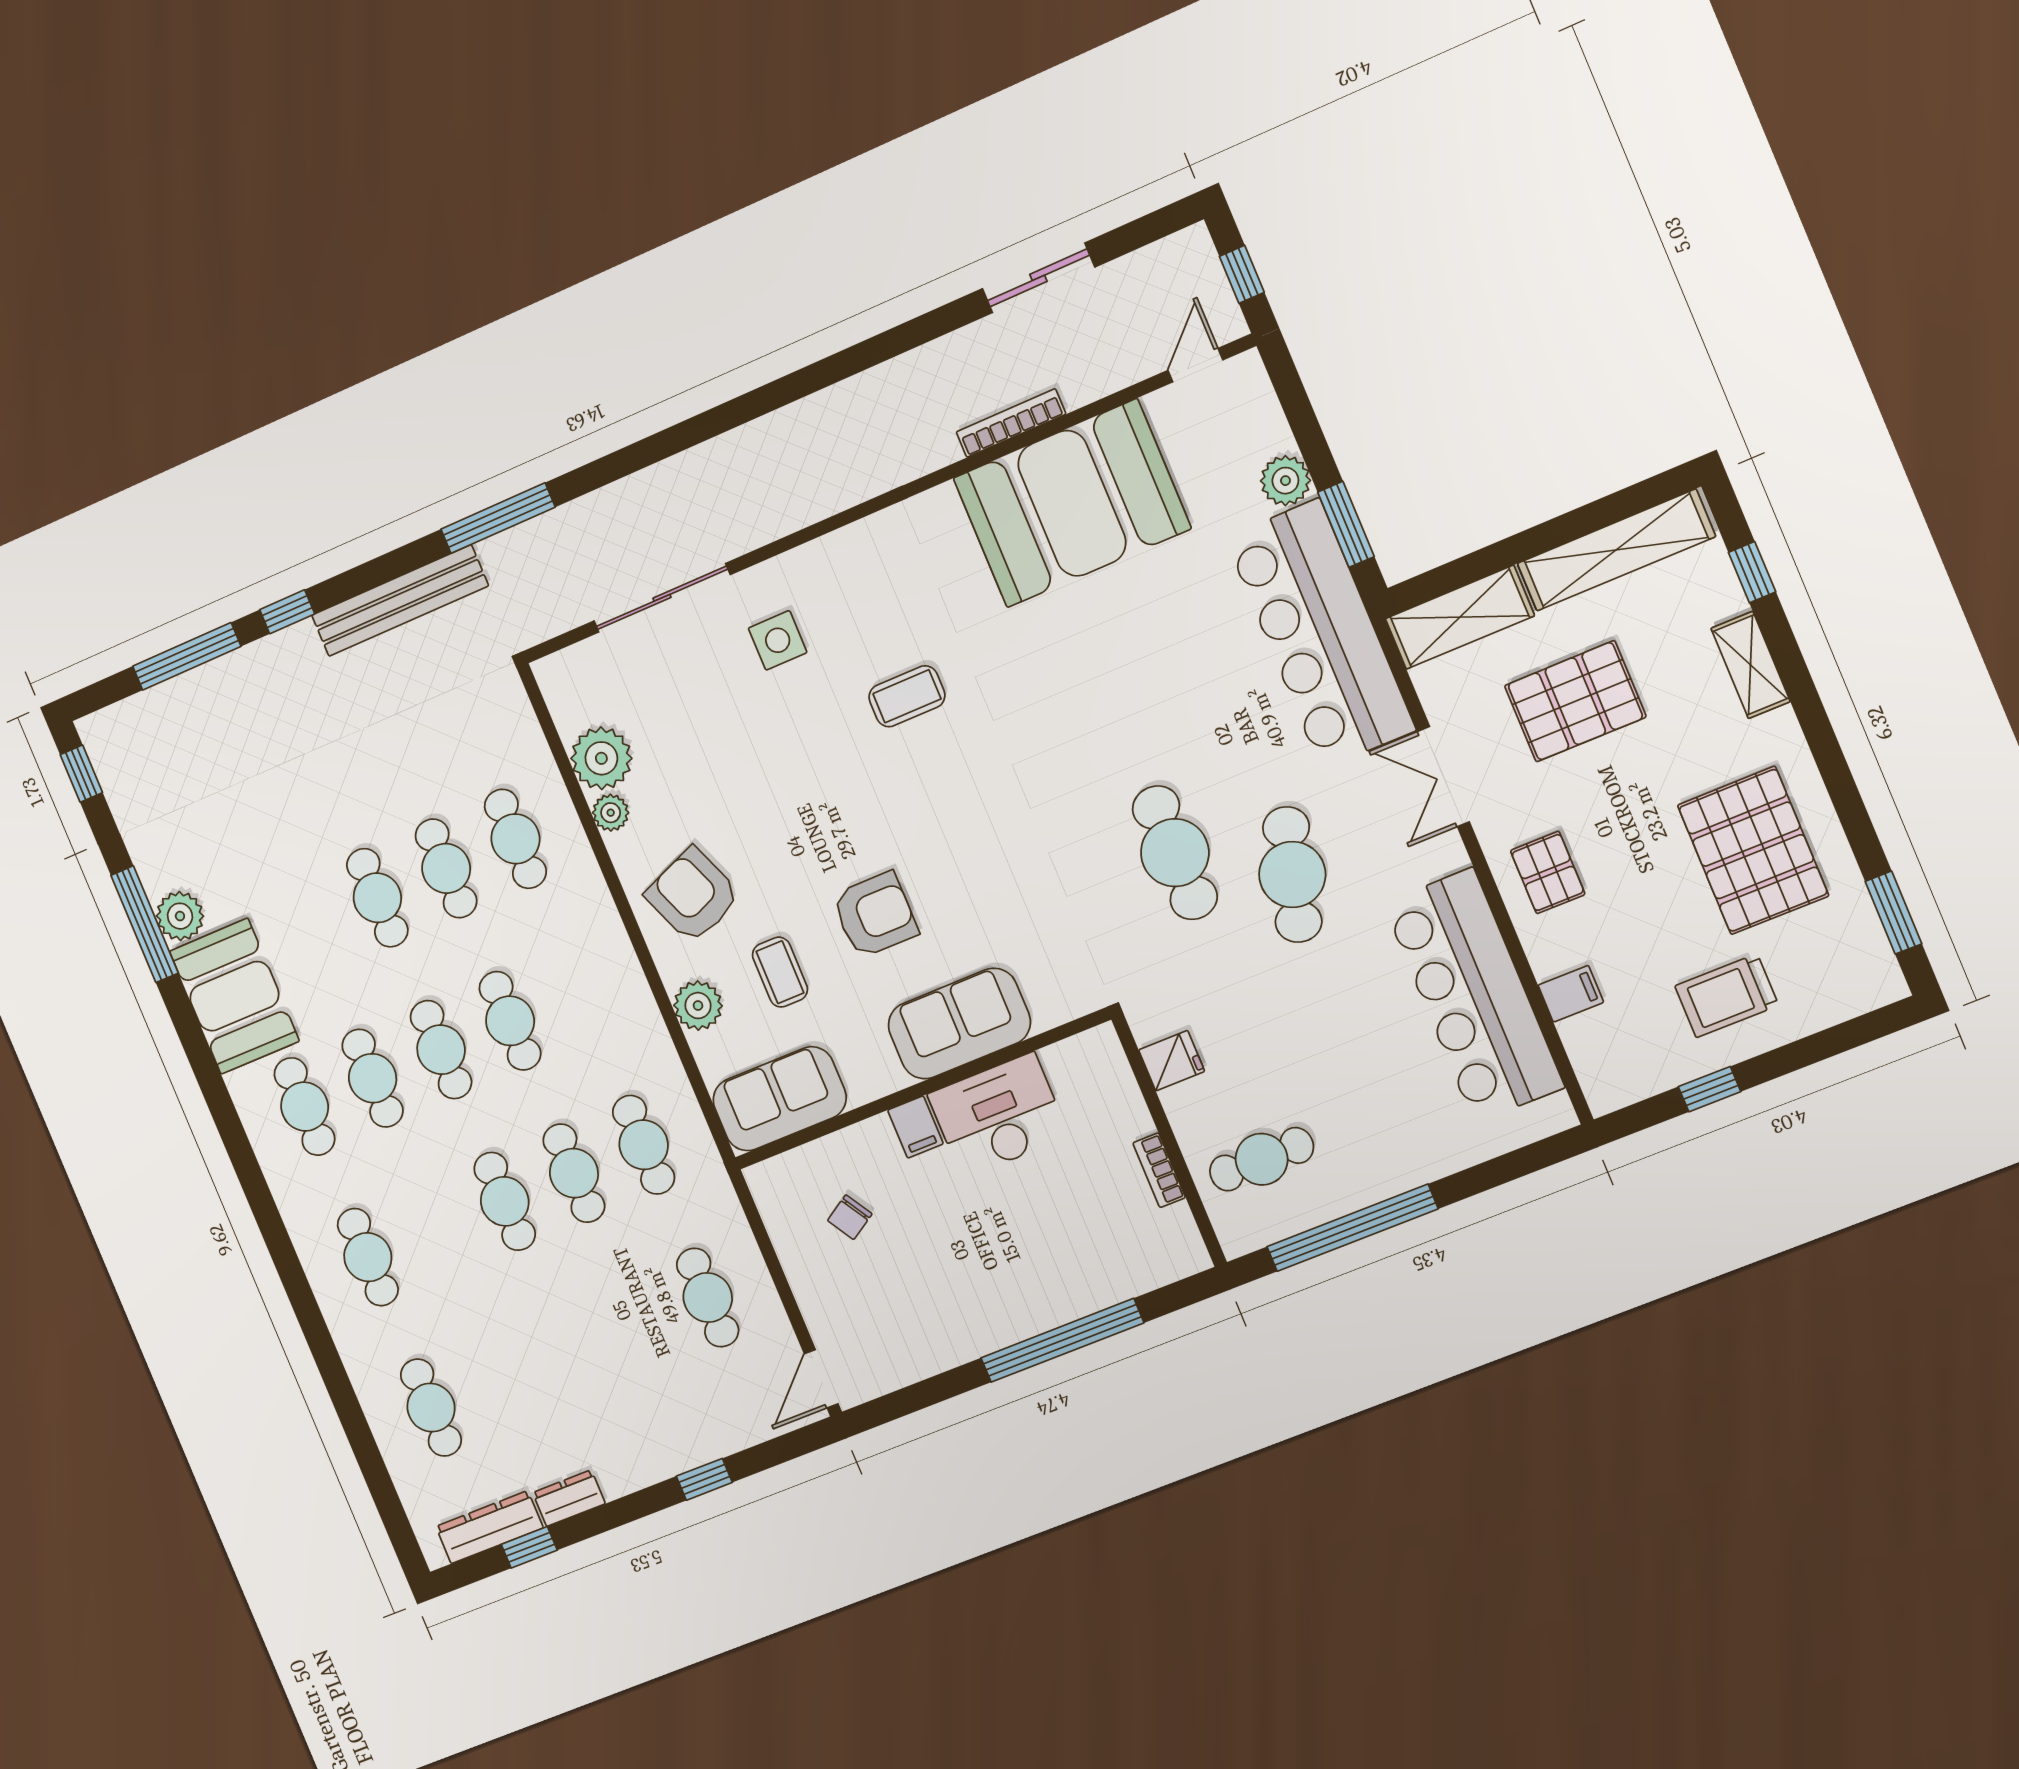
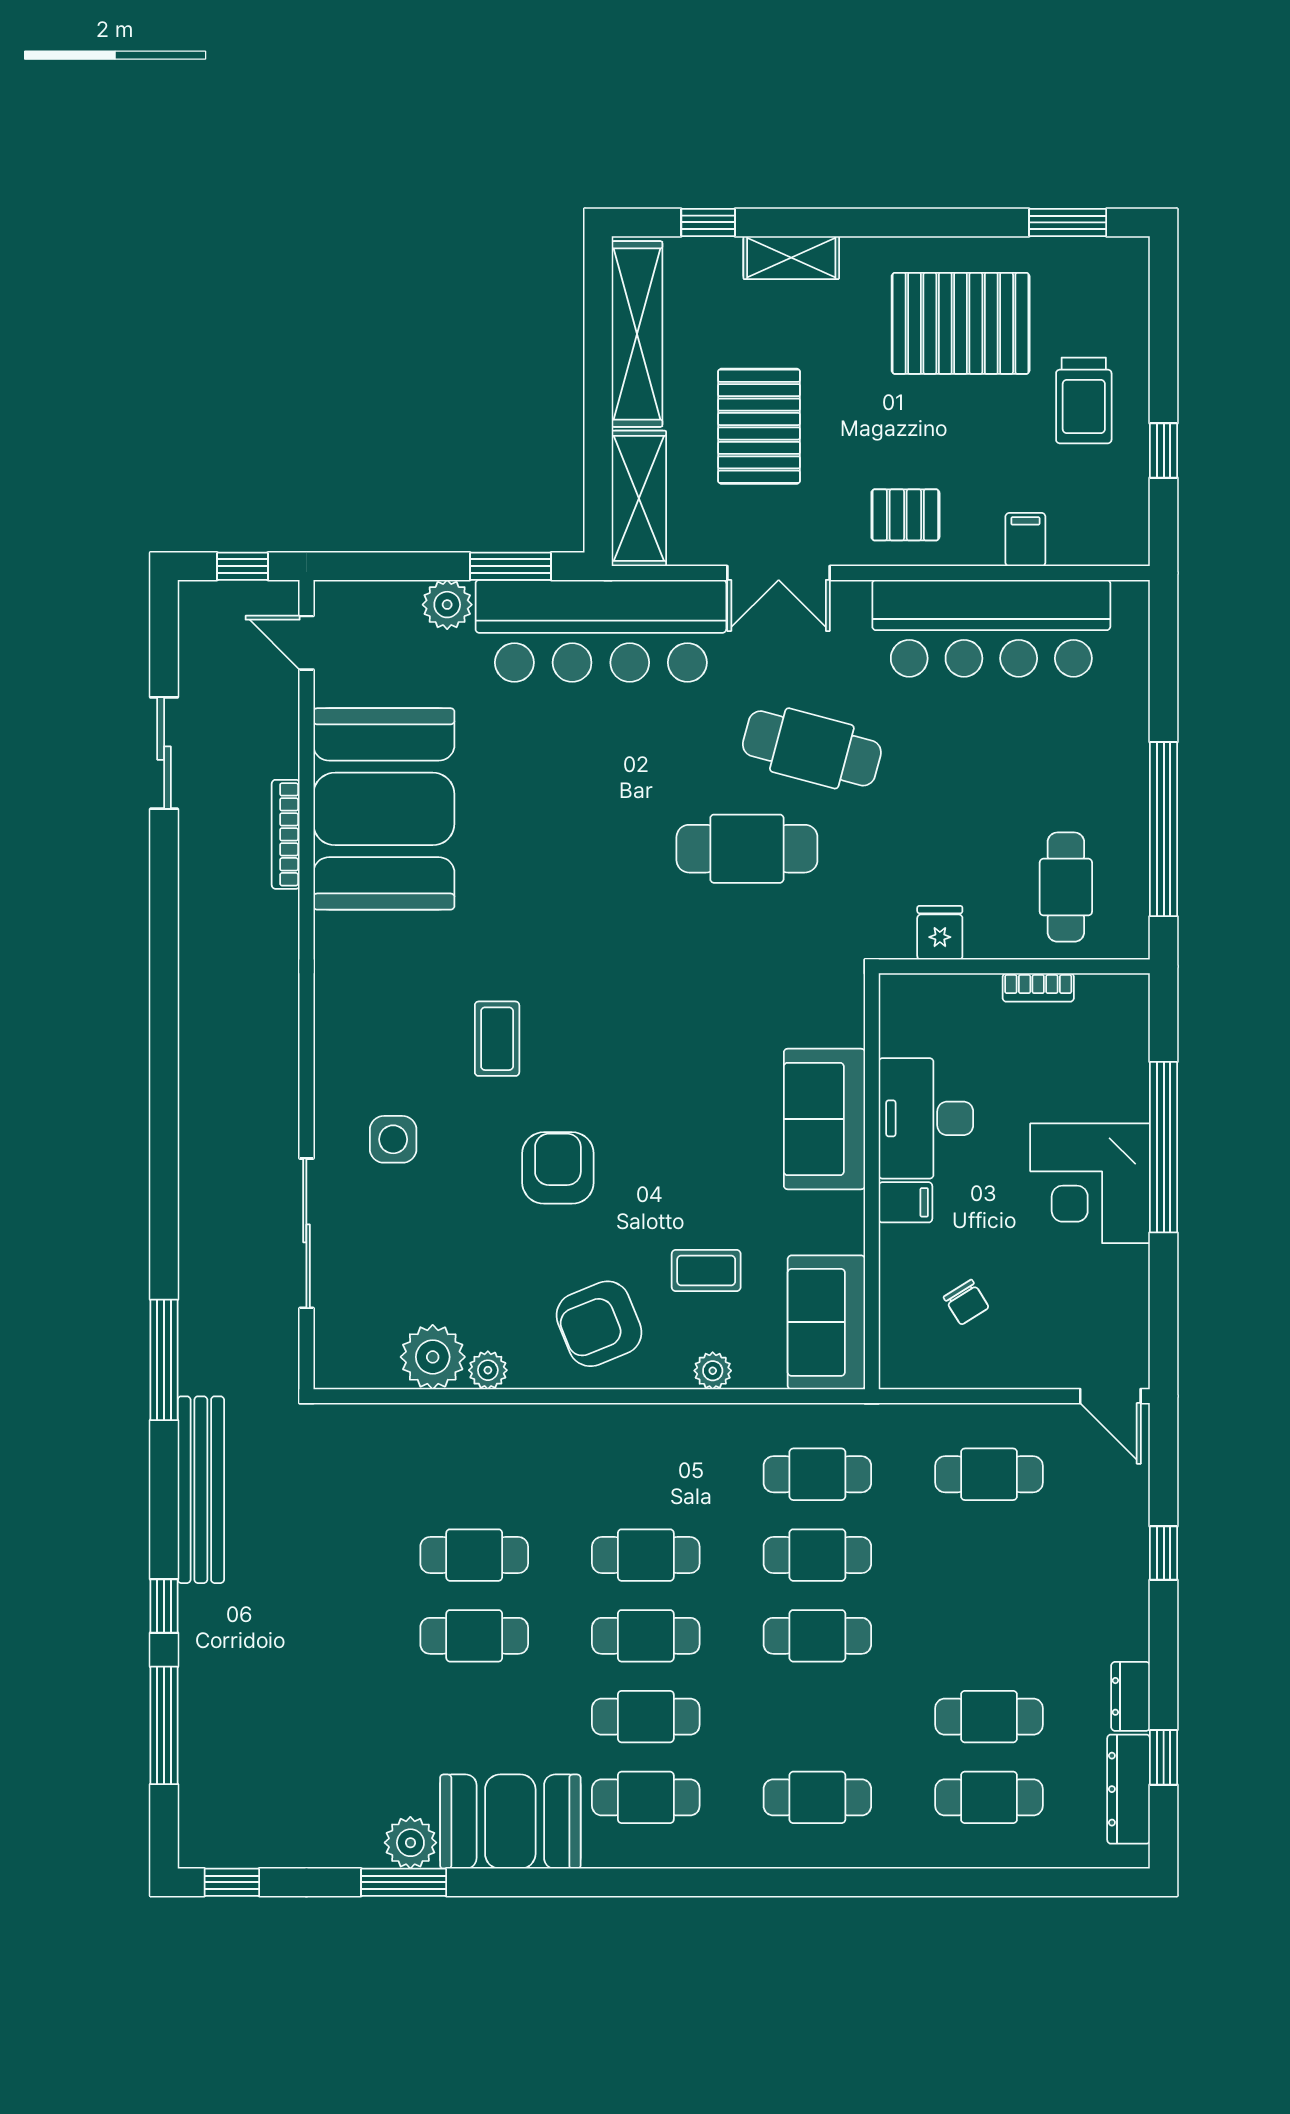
cafe table: (515, 839) -> (989, 1717), moved
armchair: (875, 915) -> (558, 1168), moved
window: (145, 924) -> (404, 1882), width x0.69
plant: (698, 1006) -> (713, 1371), width x0.73, depth x0.73
corner desk: (1002, 1287) -> (1090, 1183), added

